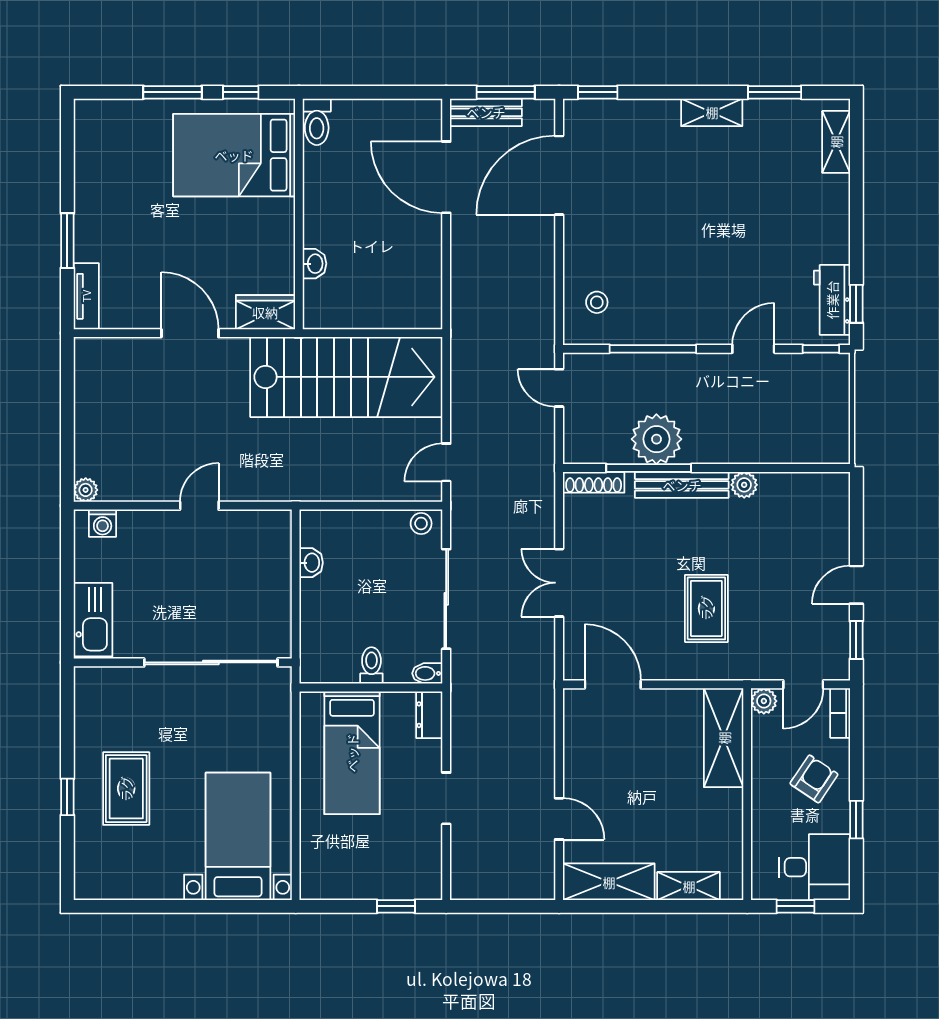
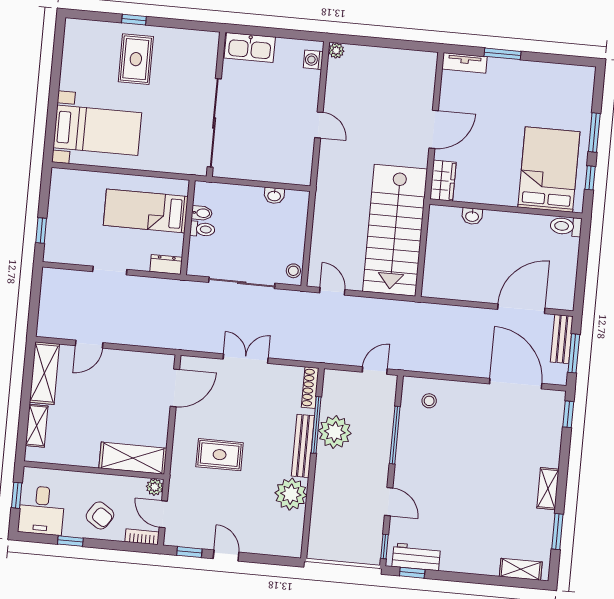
plant: (744, 485) -> (291, 494), width x1.87, depth x1.87
bidet: (427, 673) -> (202, 213), moved, turned 90
rug: (126, 789) -> (136, 59), turned 90

